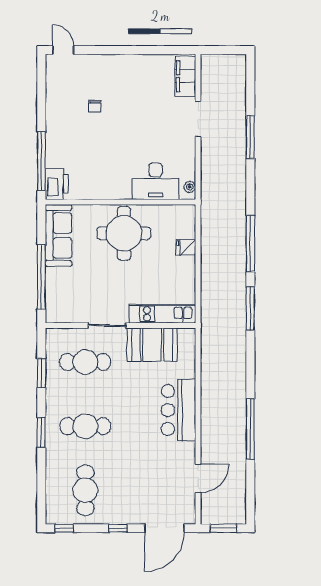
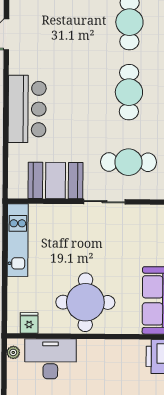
fridge: (186, 247) -> (29, 323), moved, turned -90
kitchen unit: (162, 314) -> (18, 240), moved, turned -90
cafe table: (85, 426) -> (129, 92), turned 90

